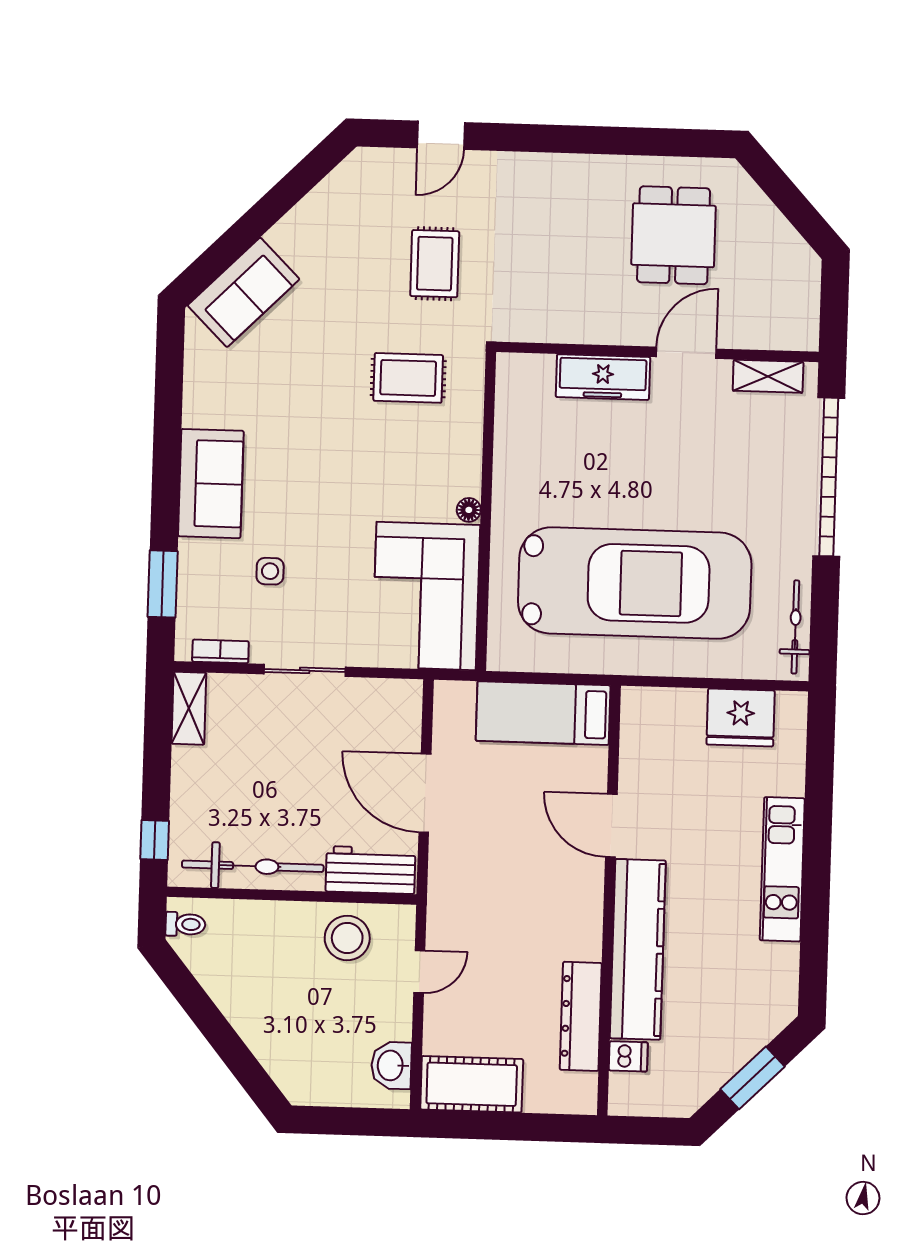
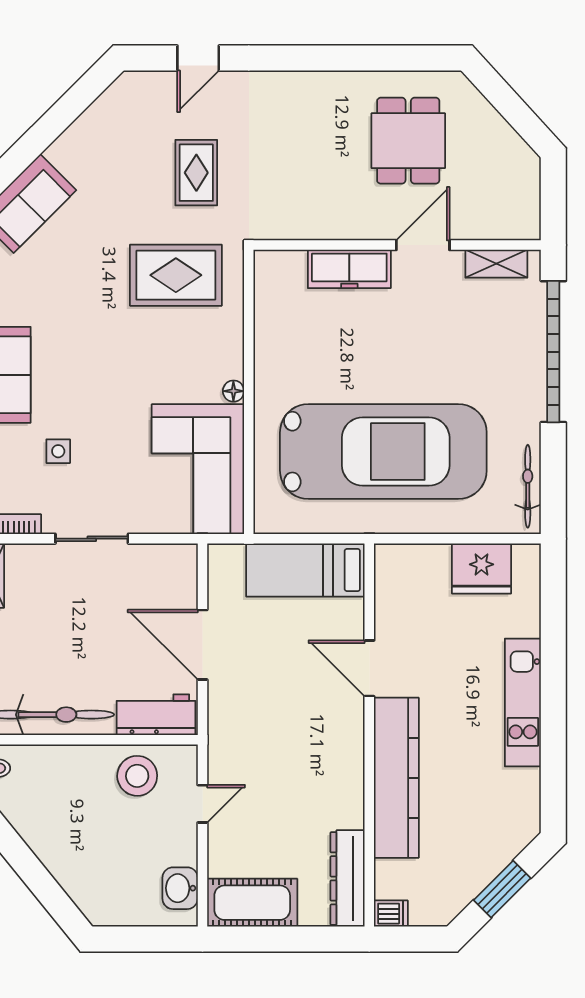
rug: (408, 378) -> (176, 275), width x1.36, depth x1.43
dresser: (581, 1016) -> (347, 878), moved
dishwasher: (628, 1056) -> (391, 914), moved

